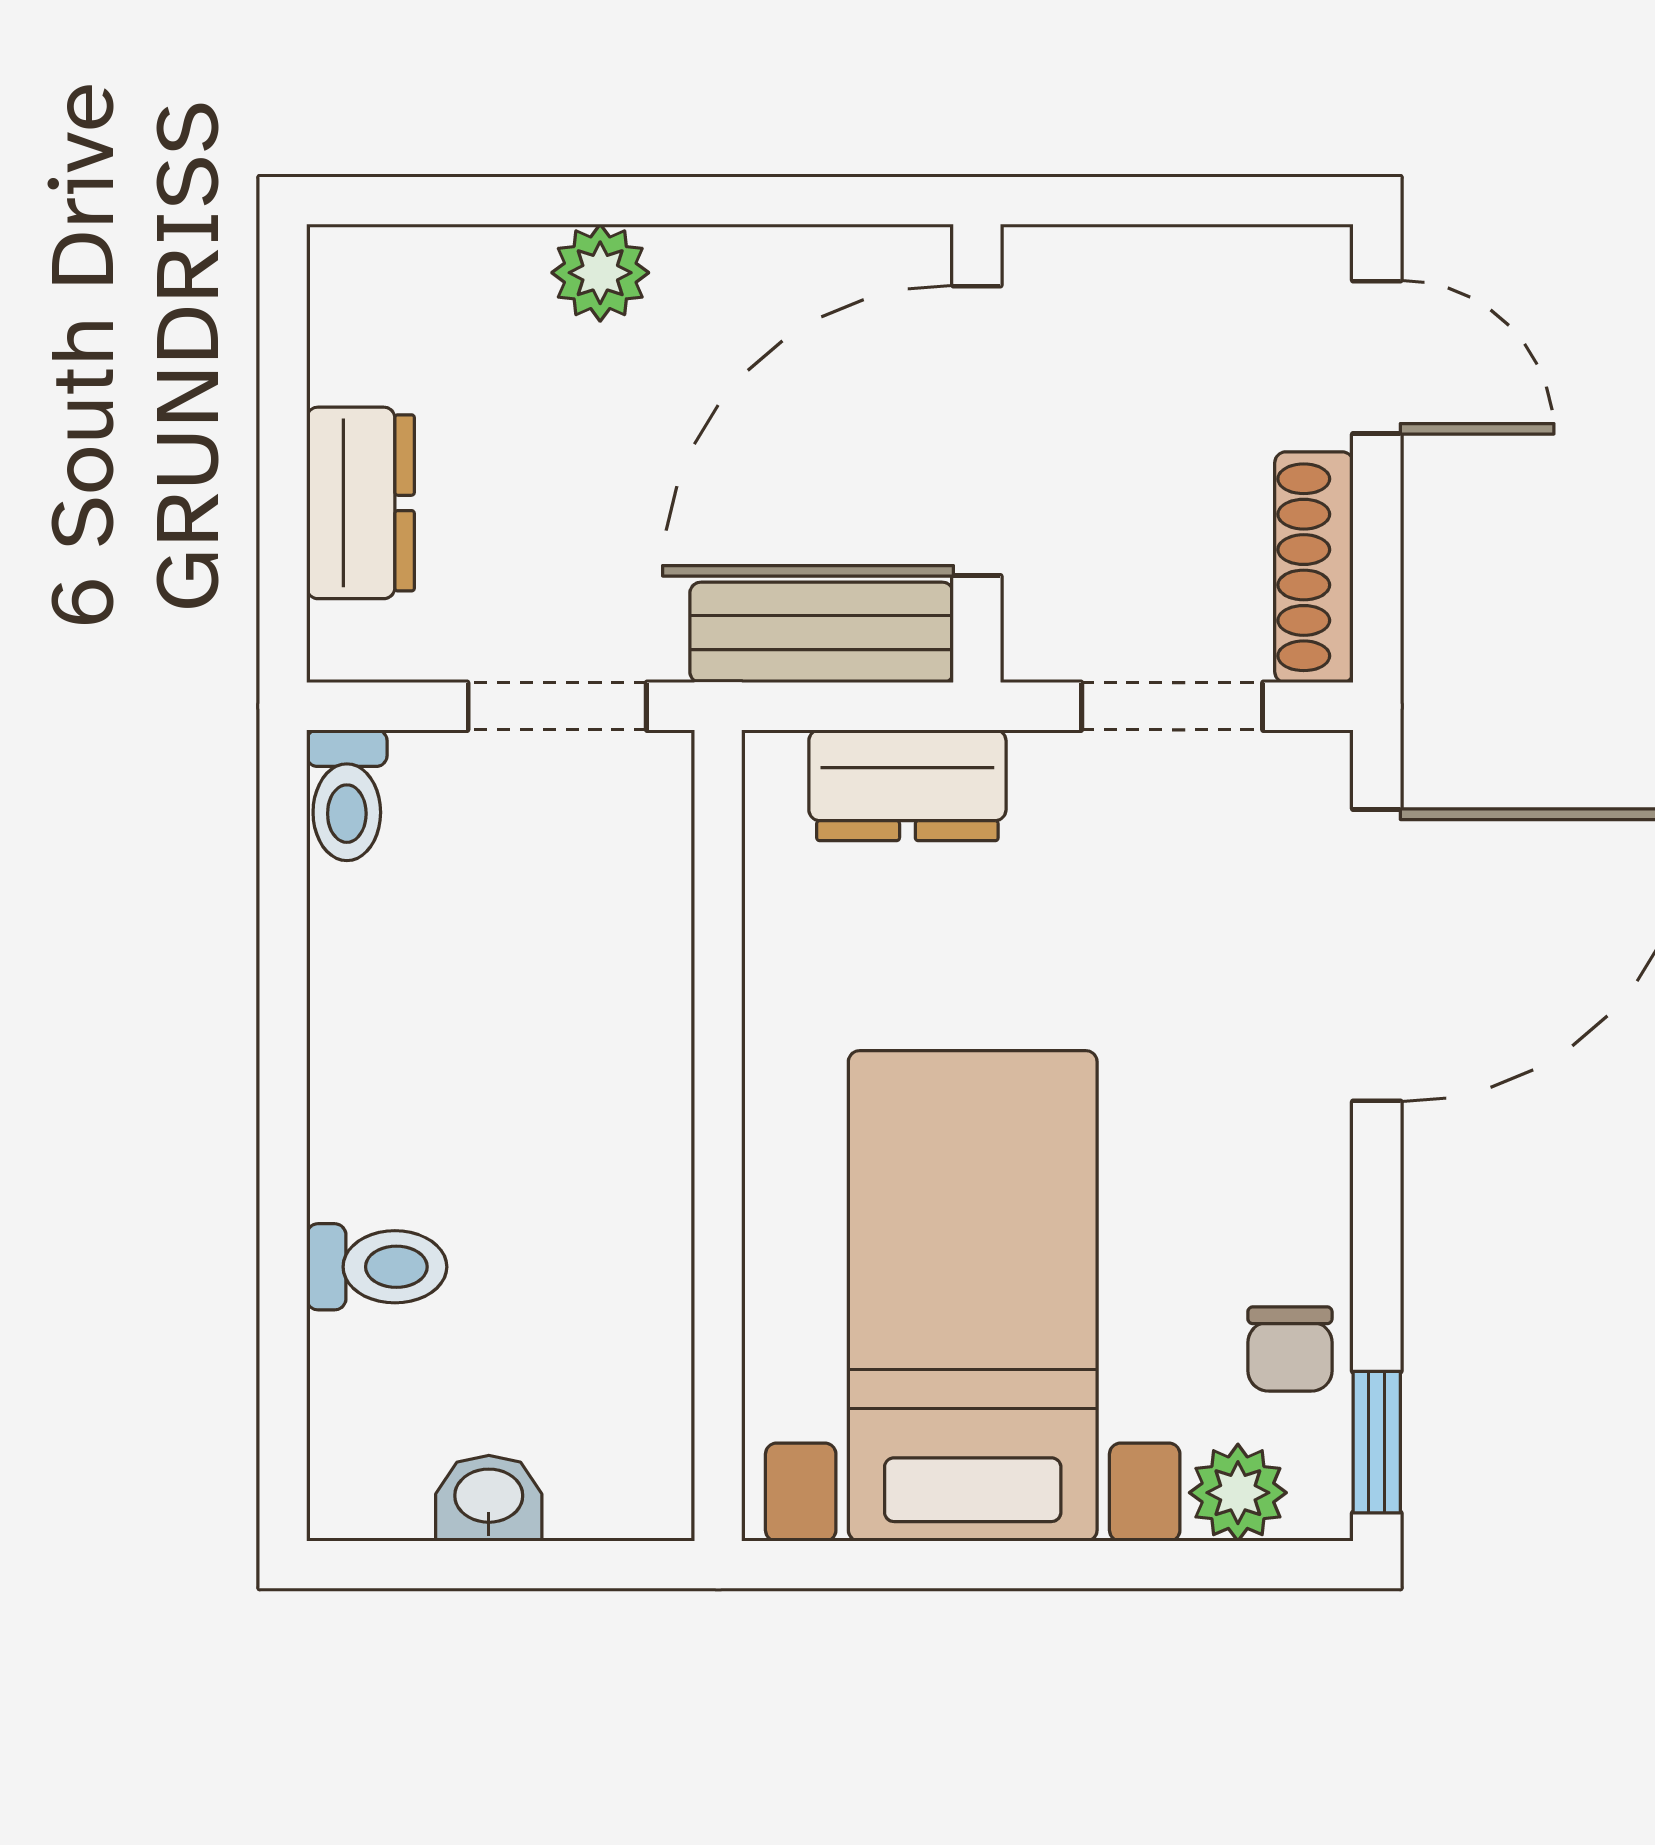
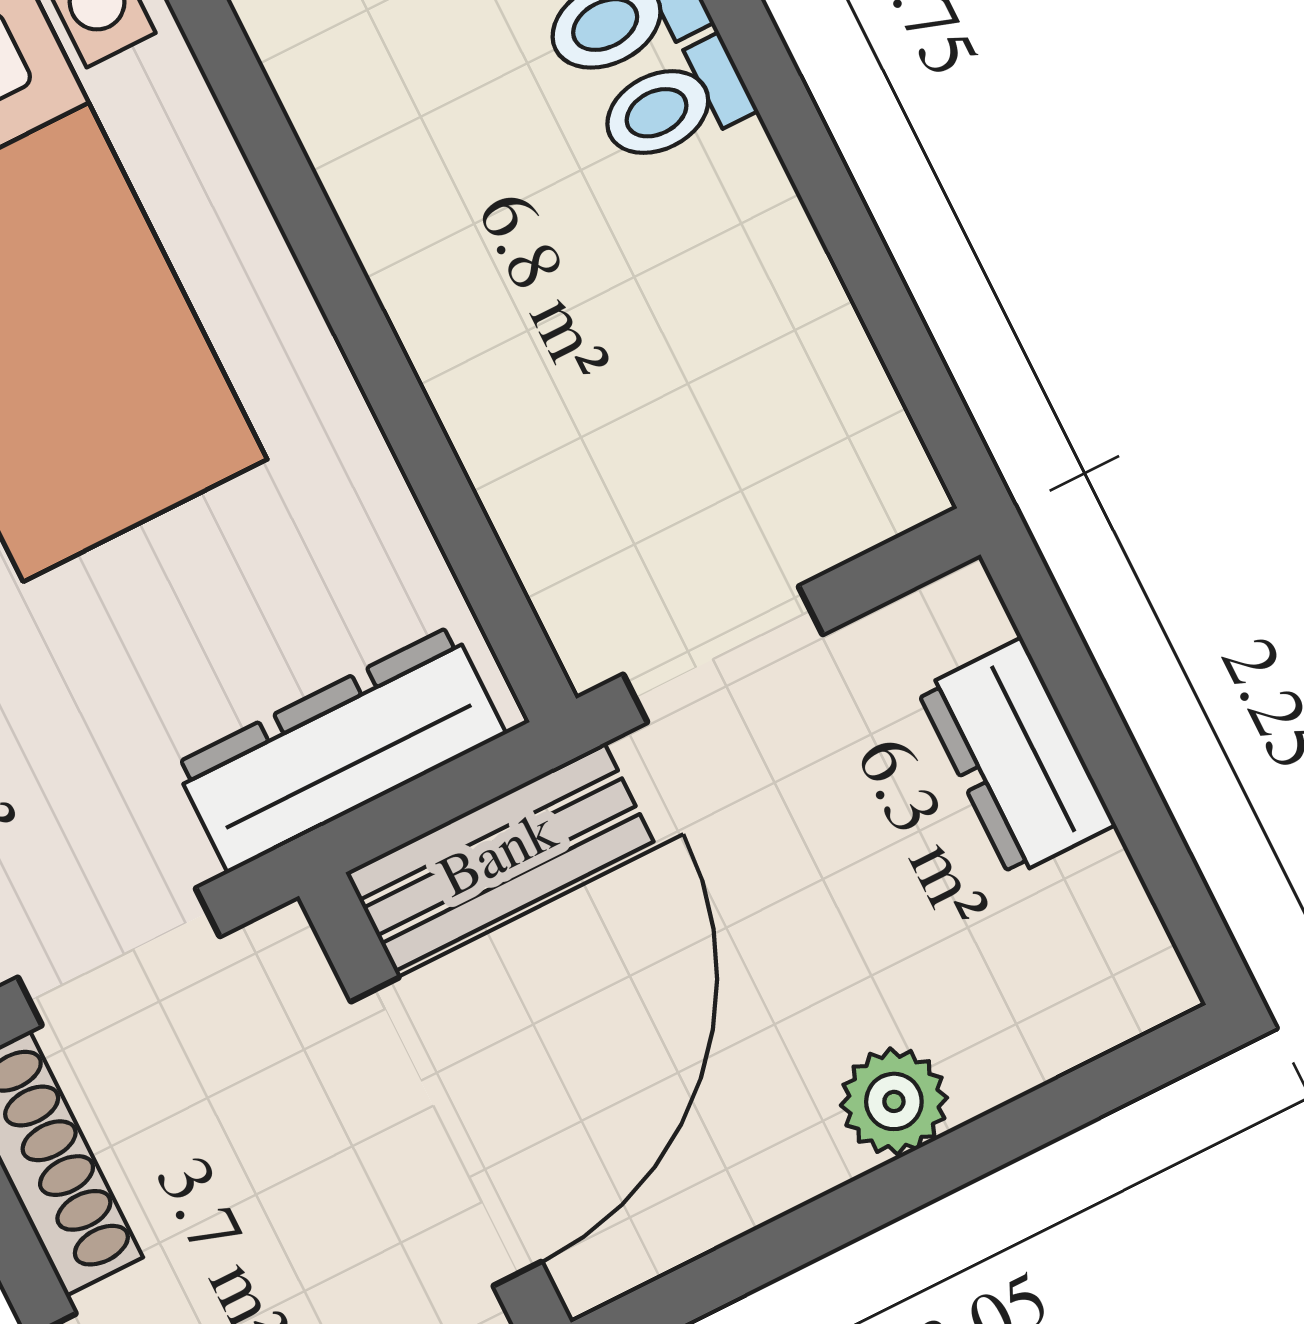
dresser: (907, 785) -> (340, 749), width x1.44
toilet: (347, 795) -> (675, 104), moved, turned -90

